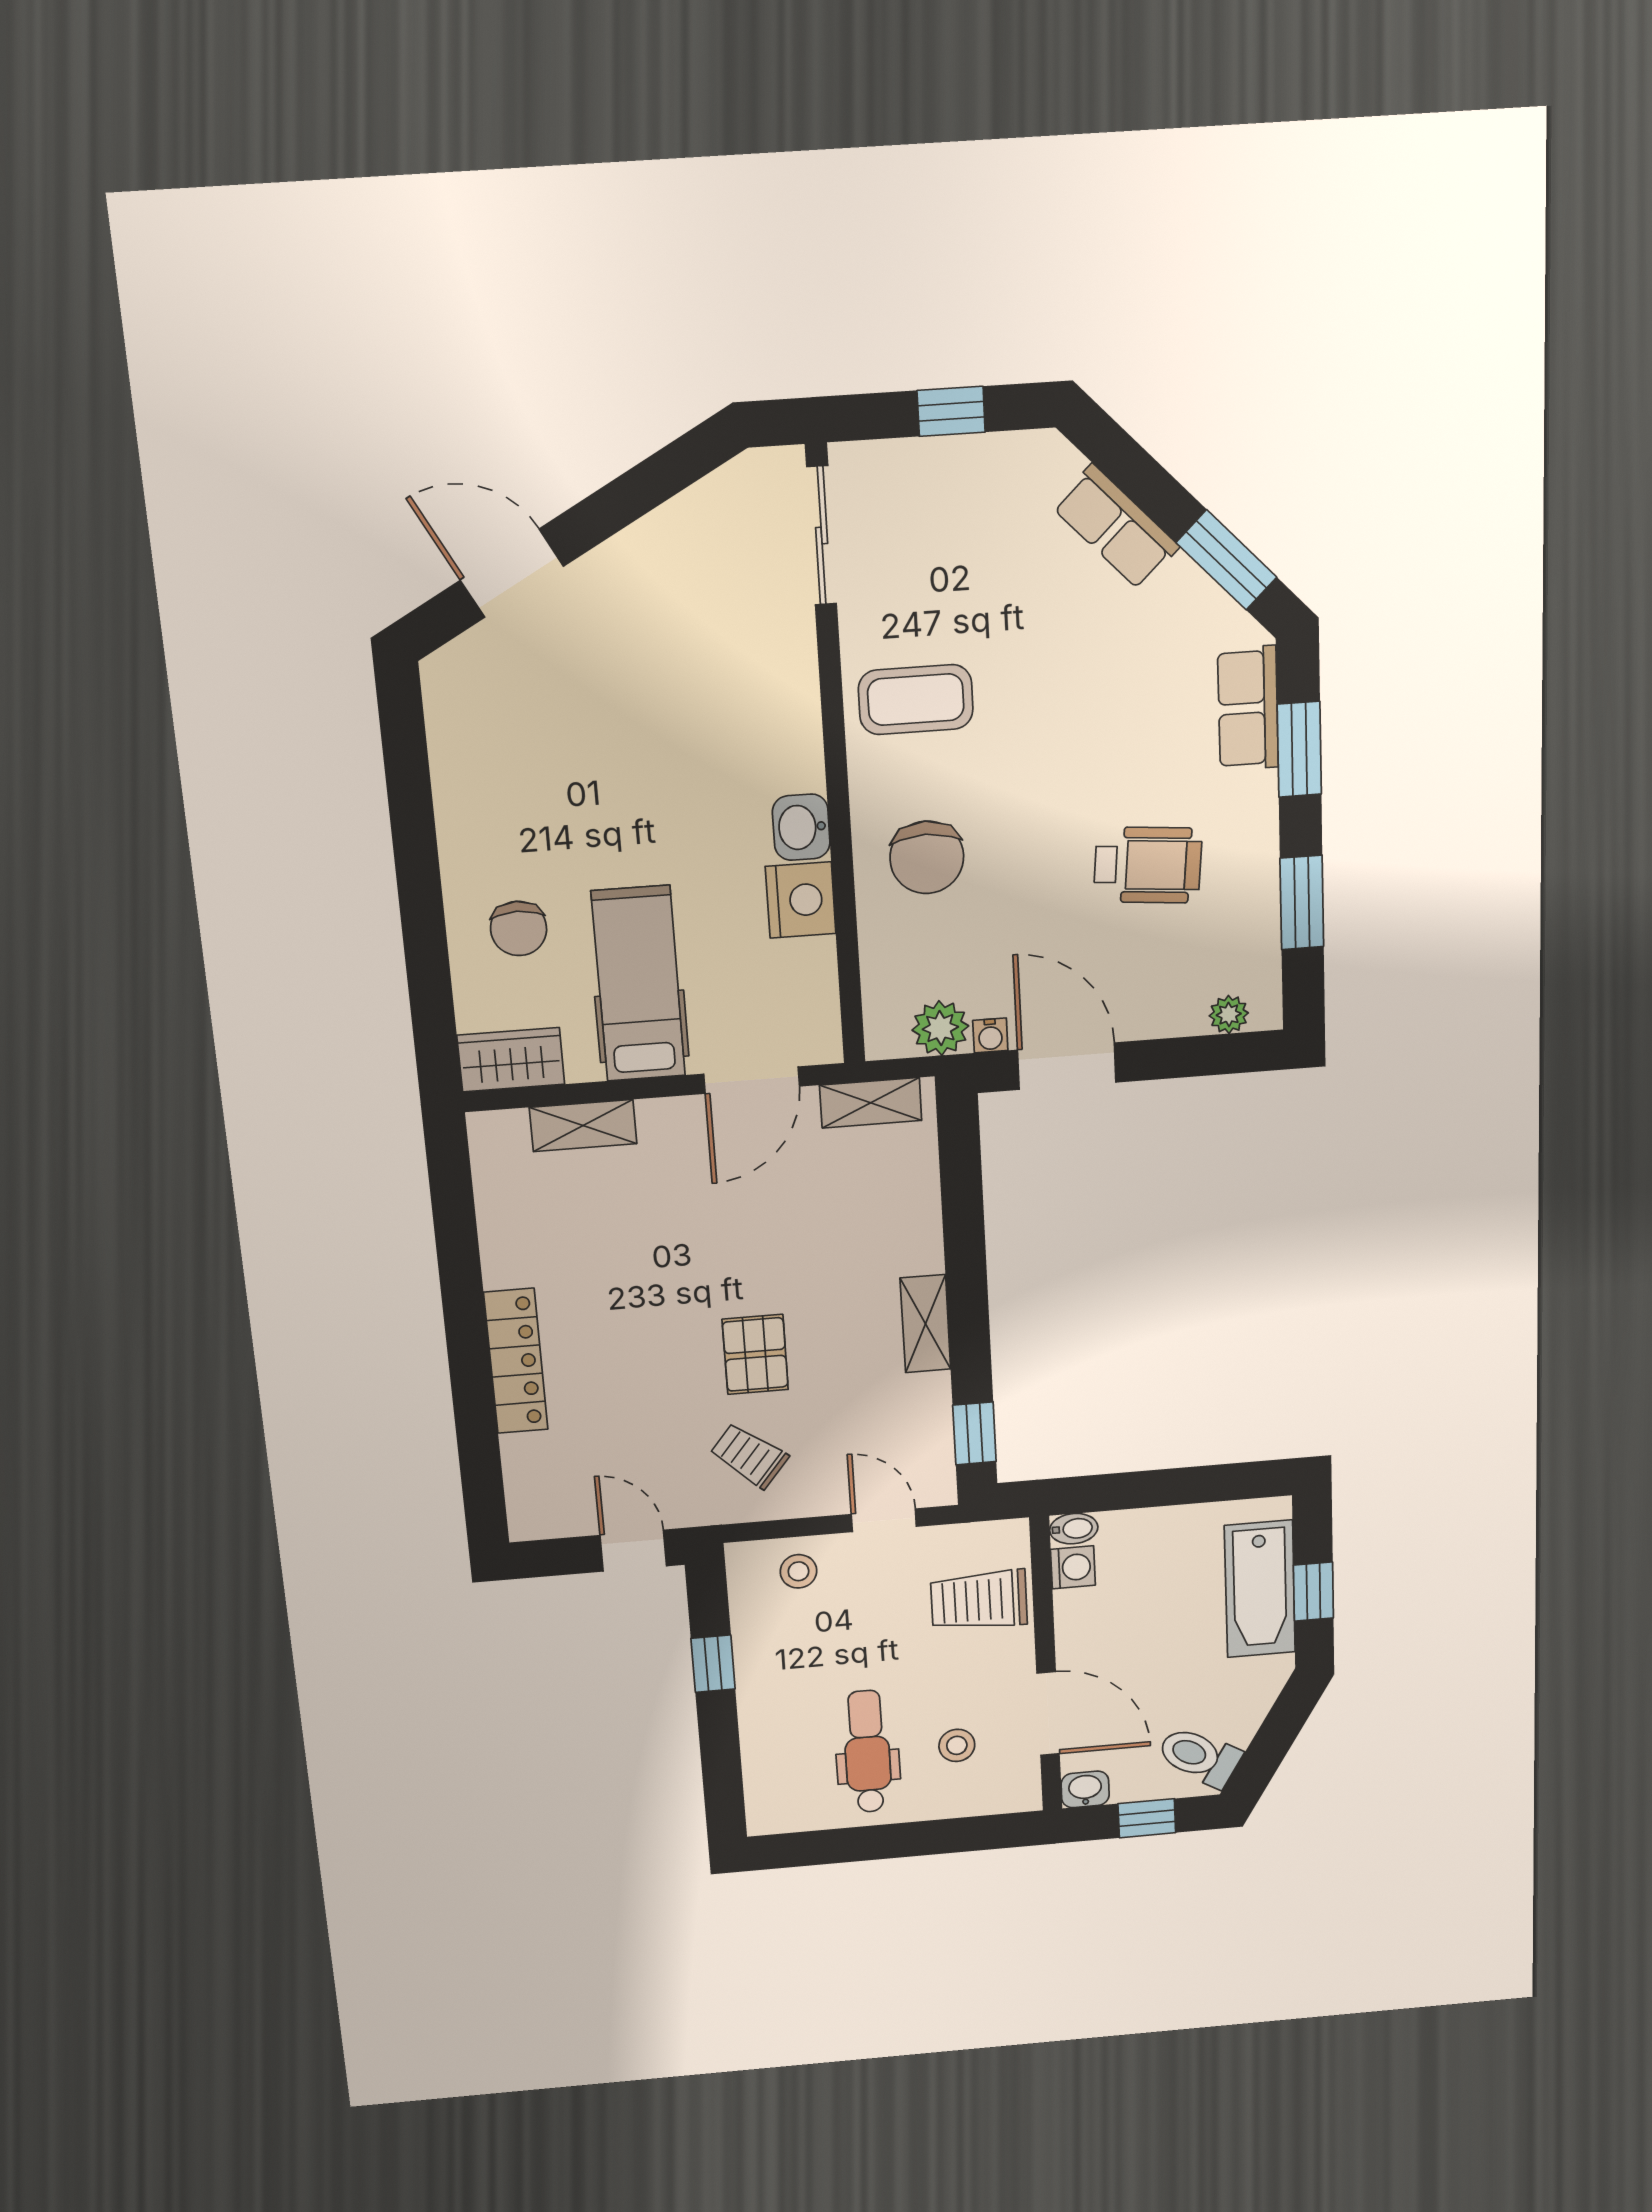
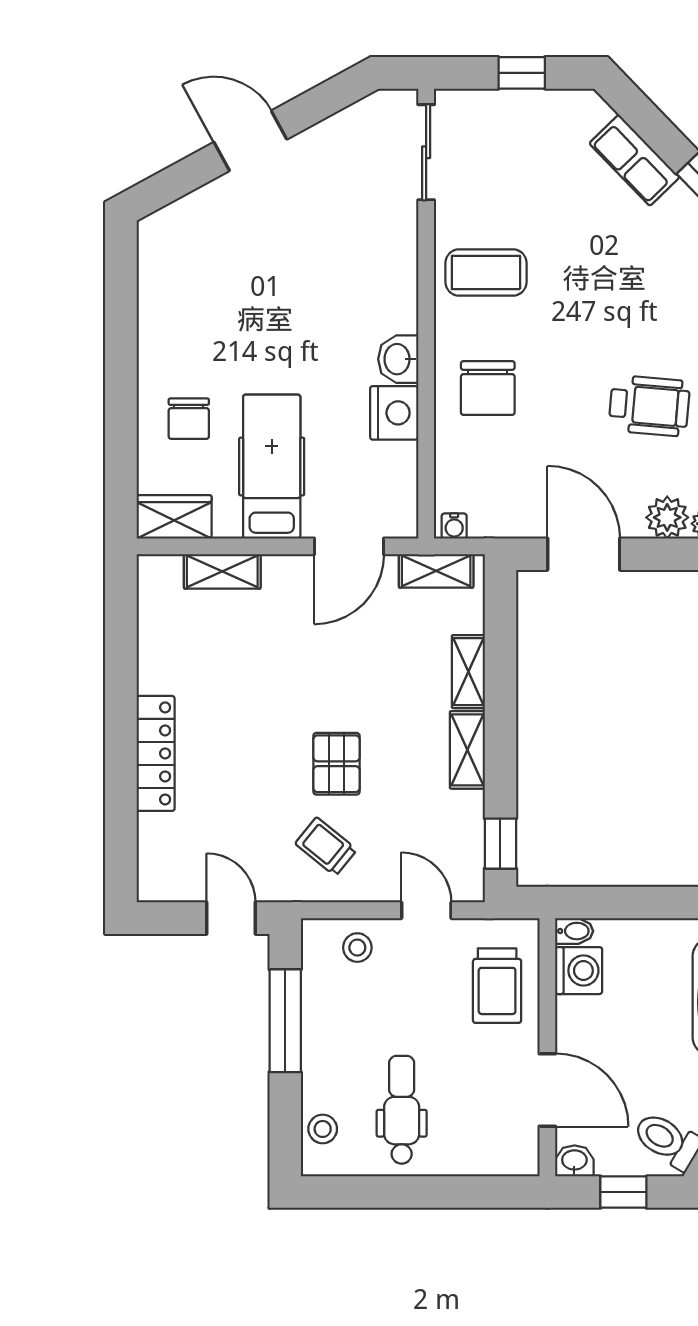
door: (512, 573) -> (250, 141), moved
plant: (940, 1028) -> (667, 517), moved
water cooler: (990, 1035) -> (454, 526), moved
shelving: (921, 1227) -> (468, 672), added
washing machine: (1073, 1567) -> (579, 971), width x1.38, depth x1.38
trolley: (979, 1600) -> (497, 986), turned -90
window: (713, 1664) -> (285, 1021), width x2.17
stool: (957, 1745) -> (323, 1129), moved

